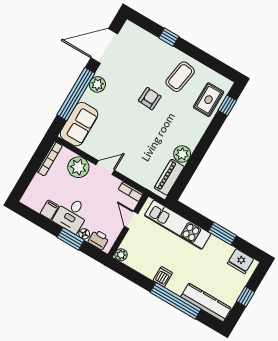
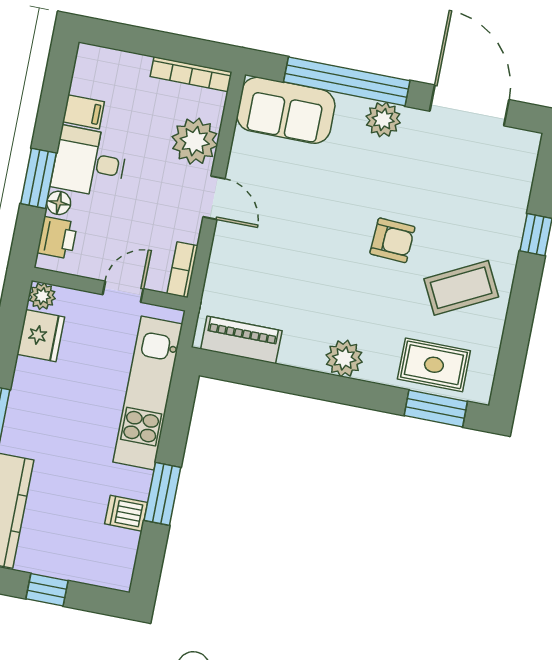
coffee table: (180, 77) -> (461, 288), turned -36
window: (227, 105) -> (436, 408), width x1.50
plant: (182, 154) -> (344, 358), moved
fridge: (240, 261) -> (41, 336), moved, turned 180
dishwasher: (163, 277) -> (126, 513), moved, turned 180

